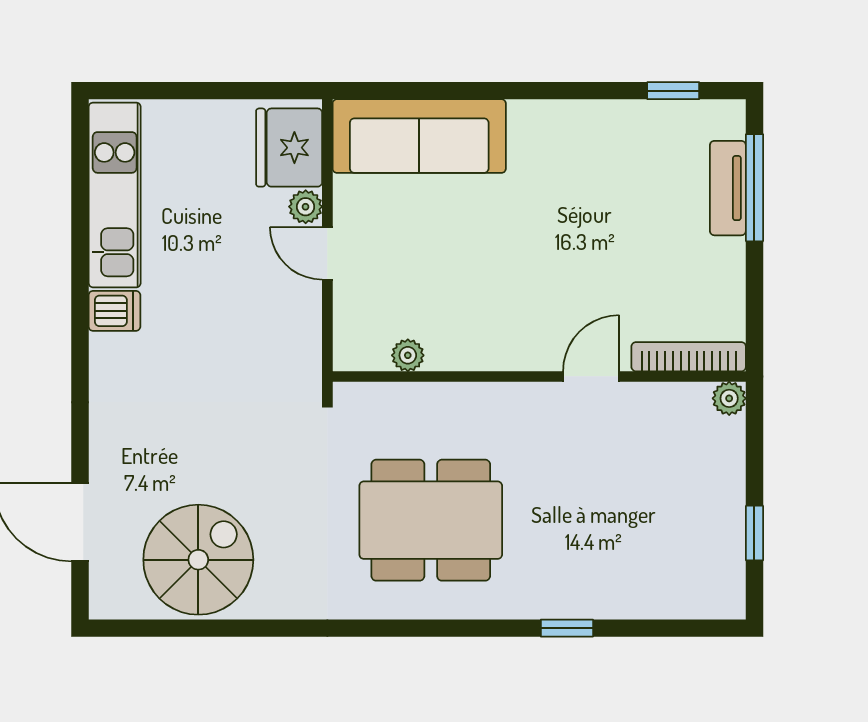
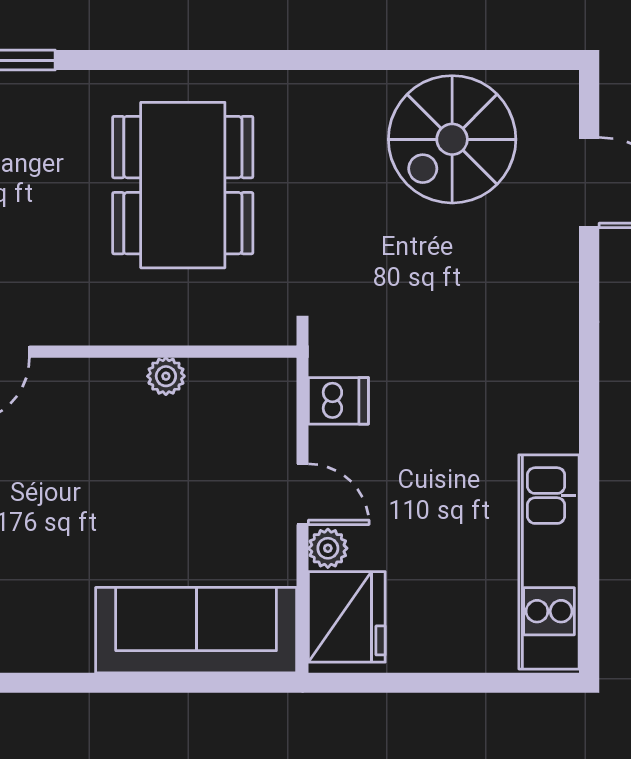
dishwasher: (114, 311) -> (338, 401), moved, turned 180
plant: (408, 355) -> (166, 376), moved
dining table: (431, 520) -> (183, 185), turned 90

